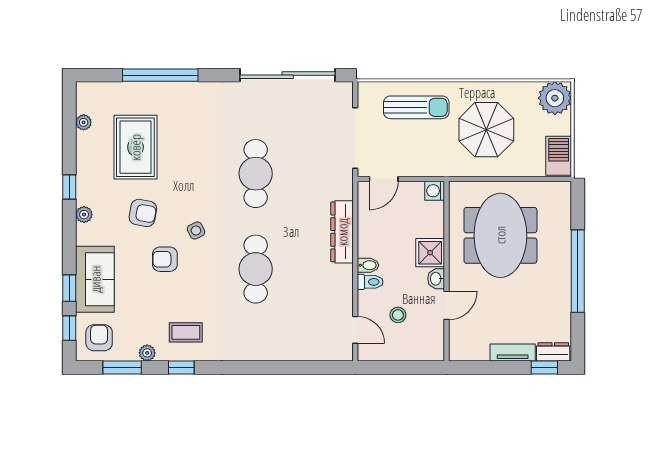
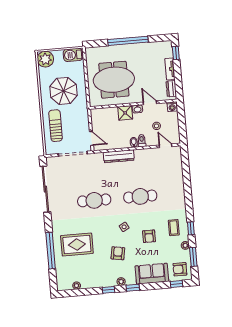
rug: (135, 147) -> (77, 244), moved
washing machine: (435, 191) -> (172, 107), moved
armchair: (165, 259) -> (149, 236), moved
window: (69, 288) -> (133, 288), moved
door: (355, 330) -> (166, 146), hinge flipped
dresser: (553, 352) -> (171, 89), moved

